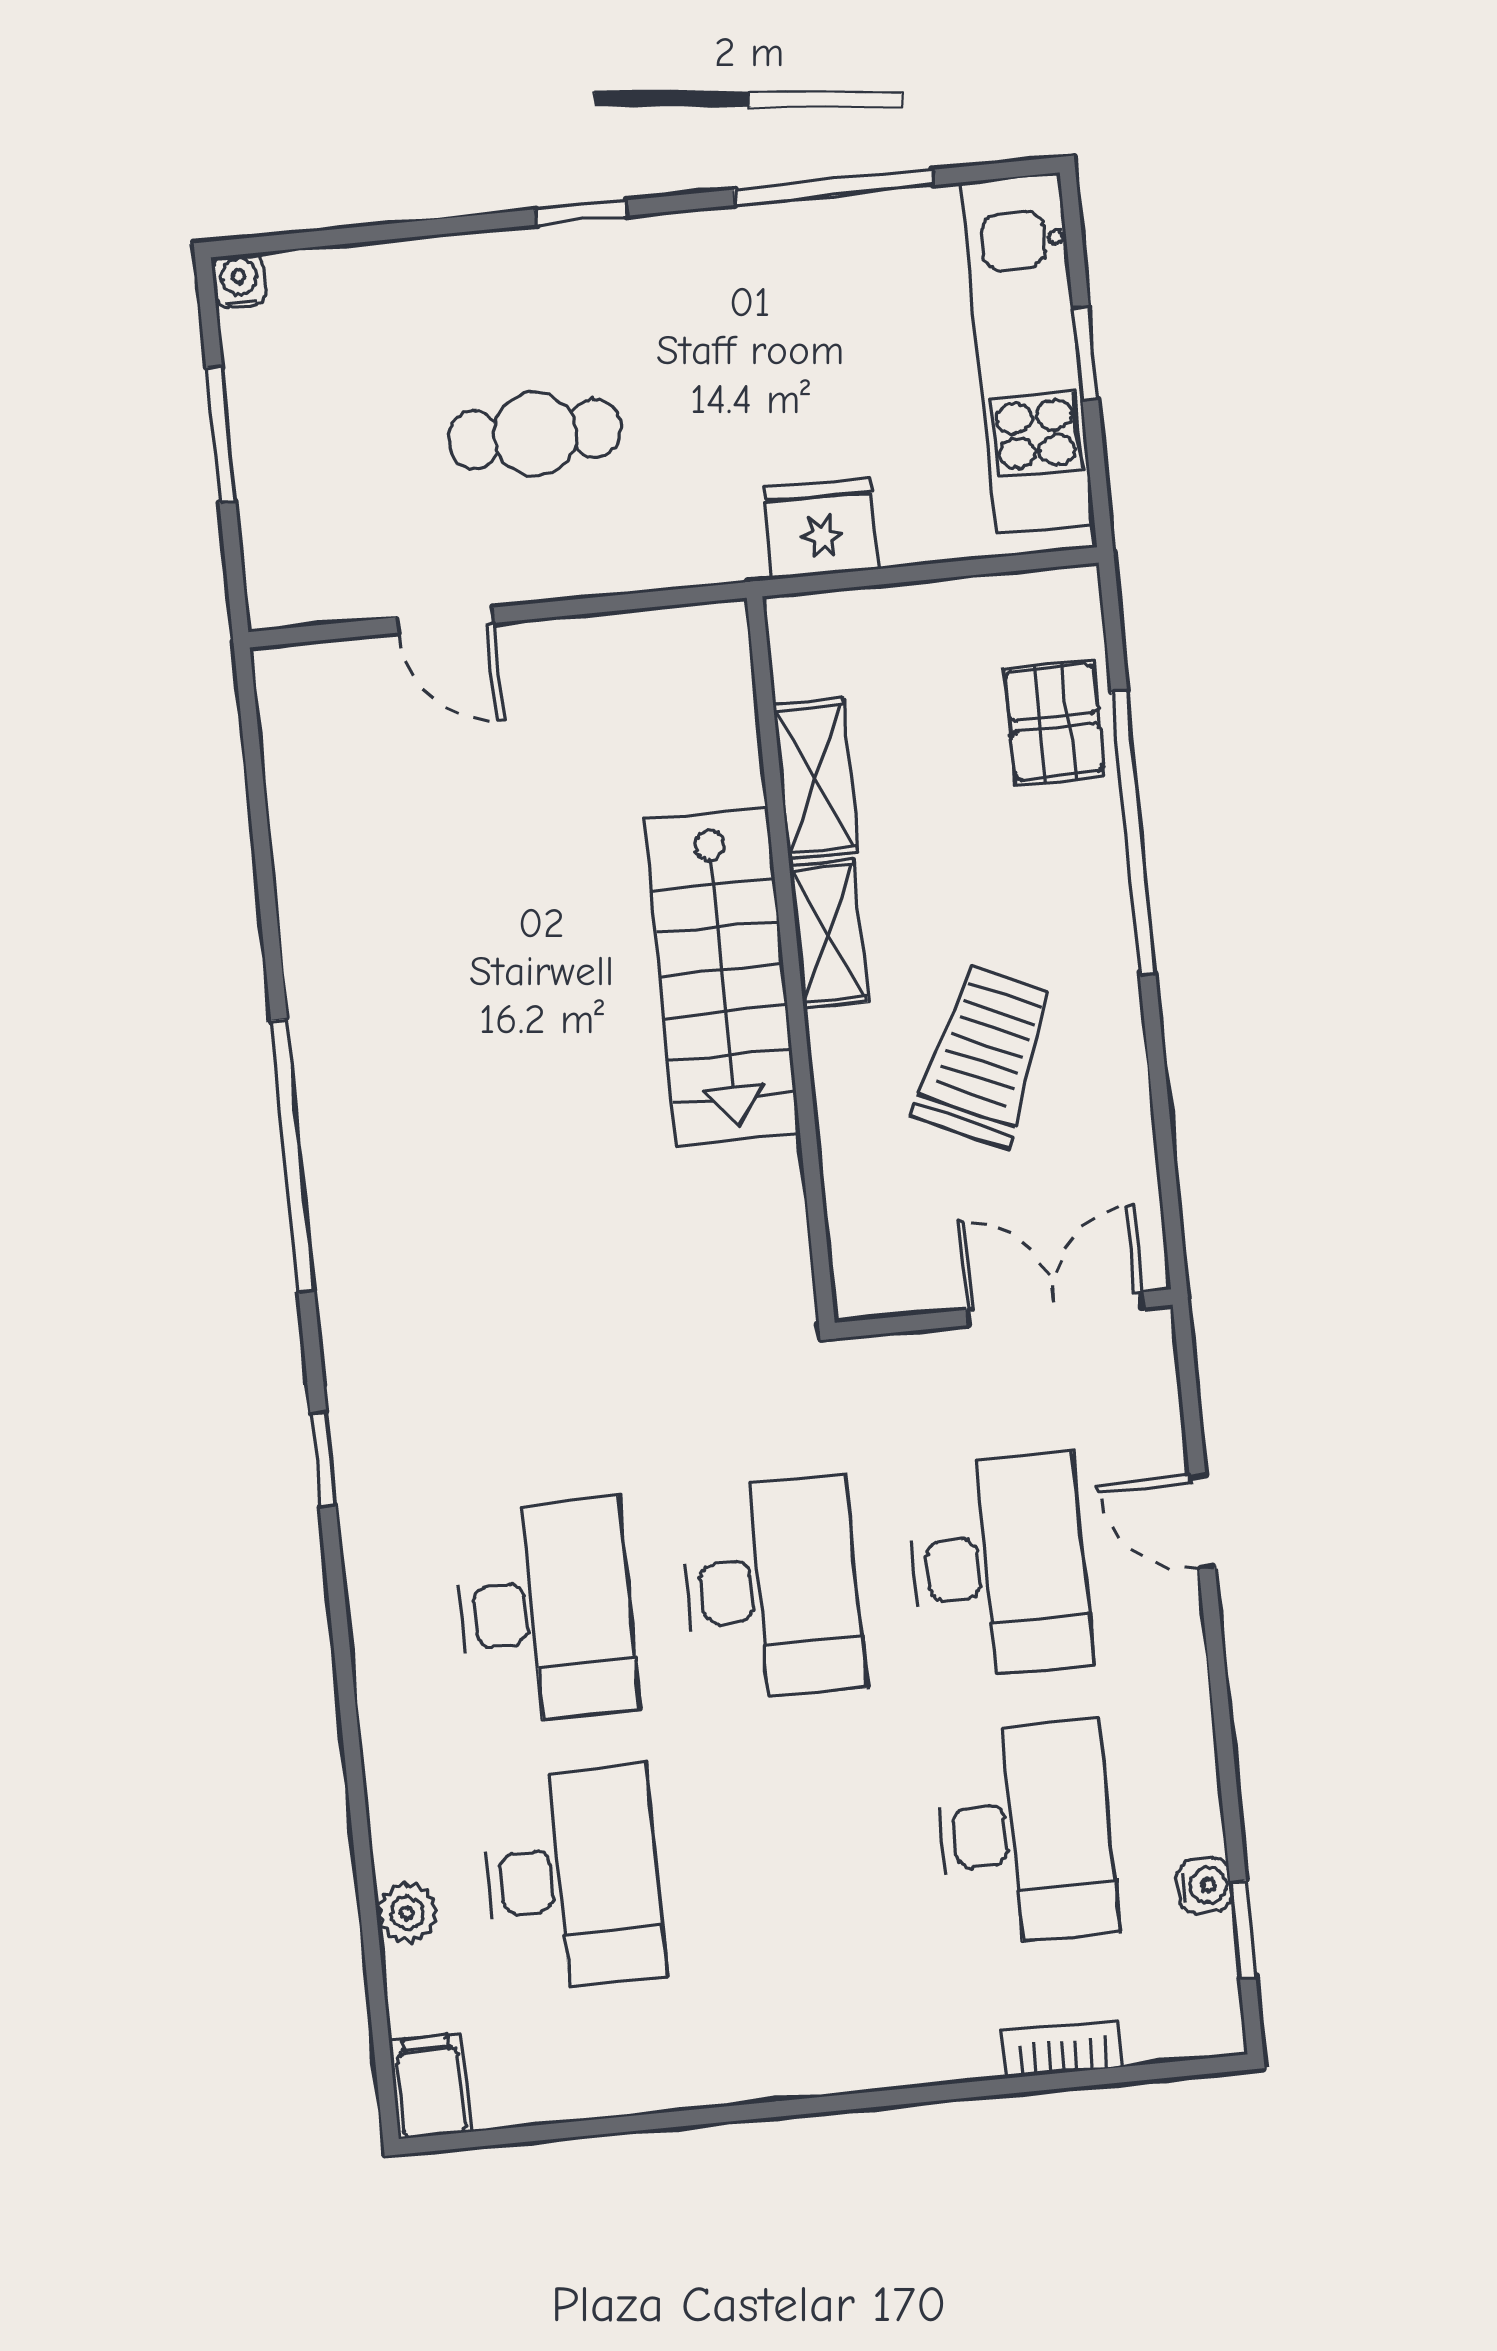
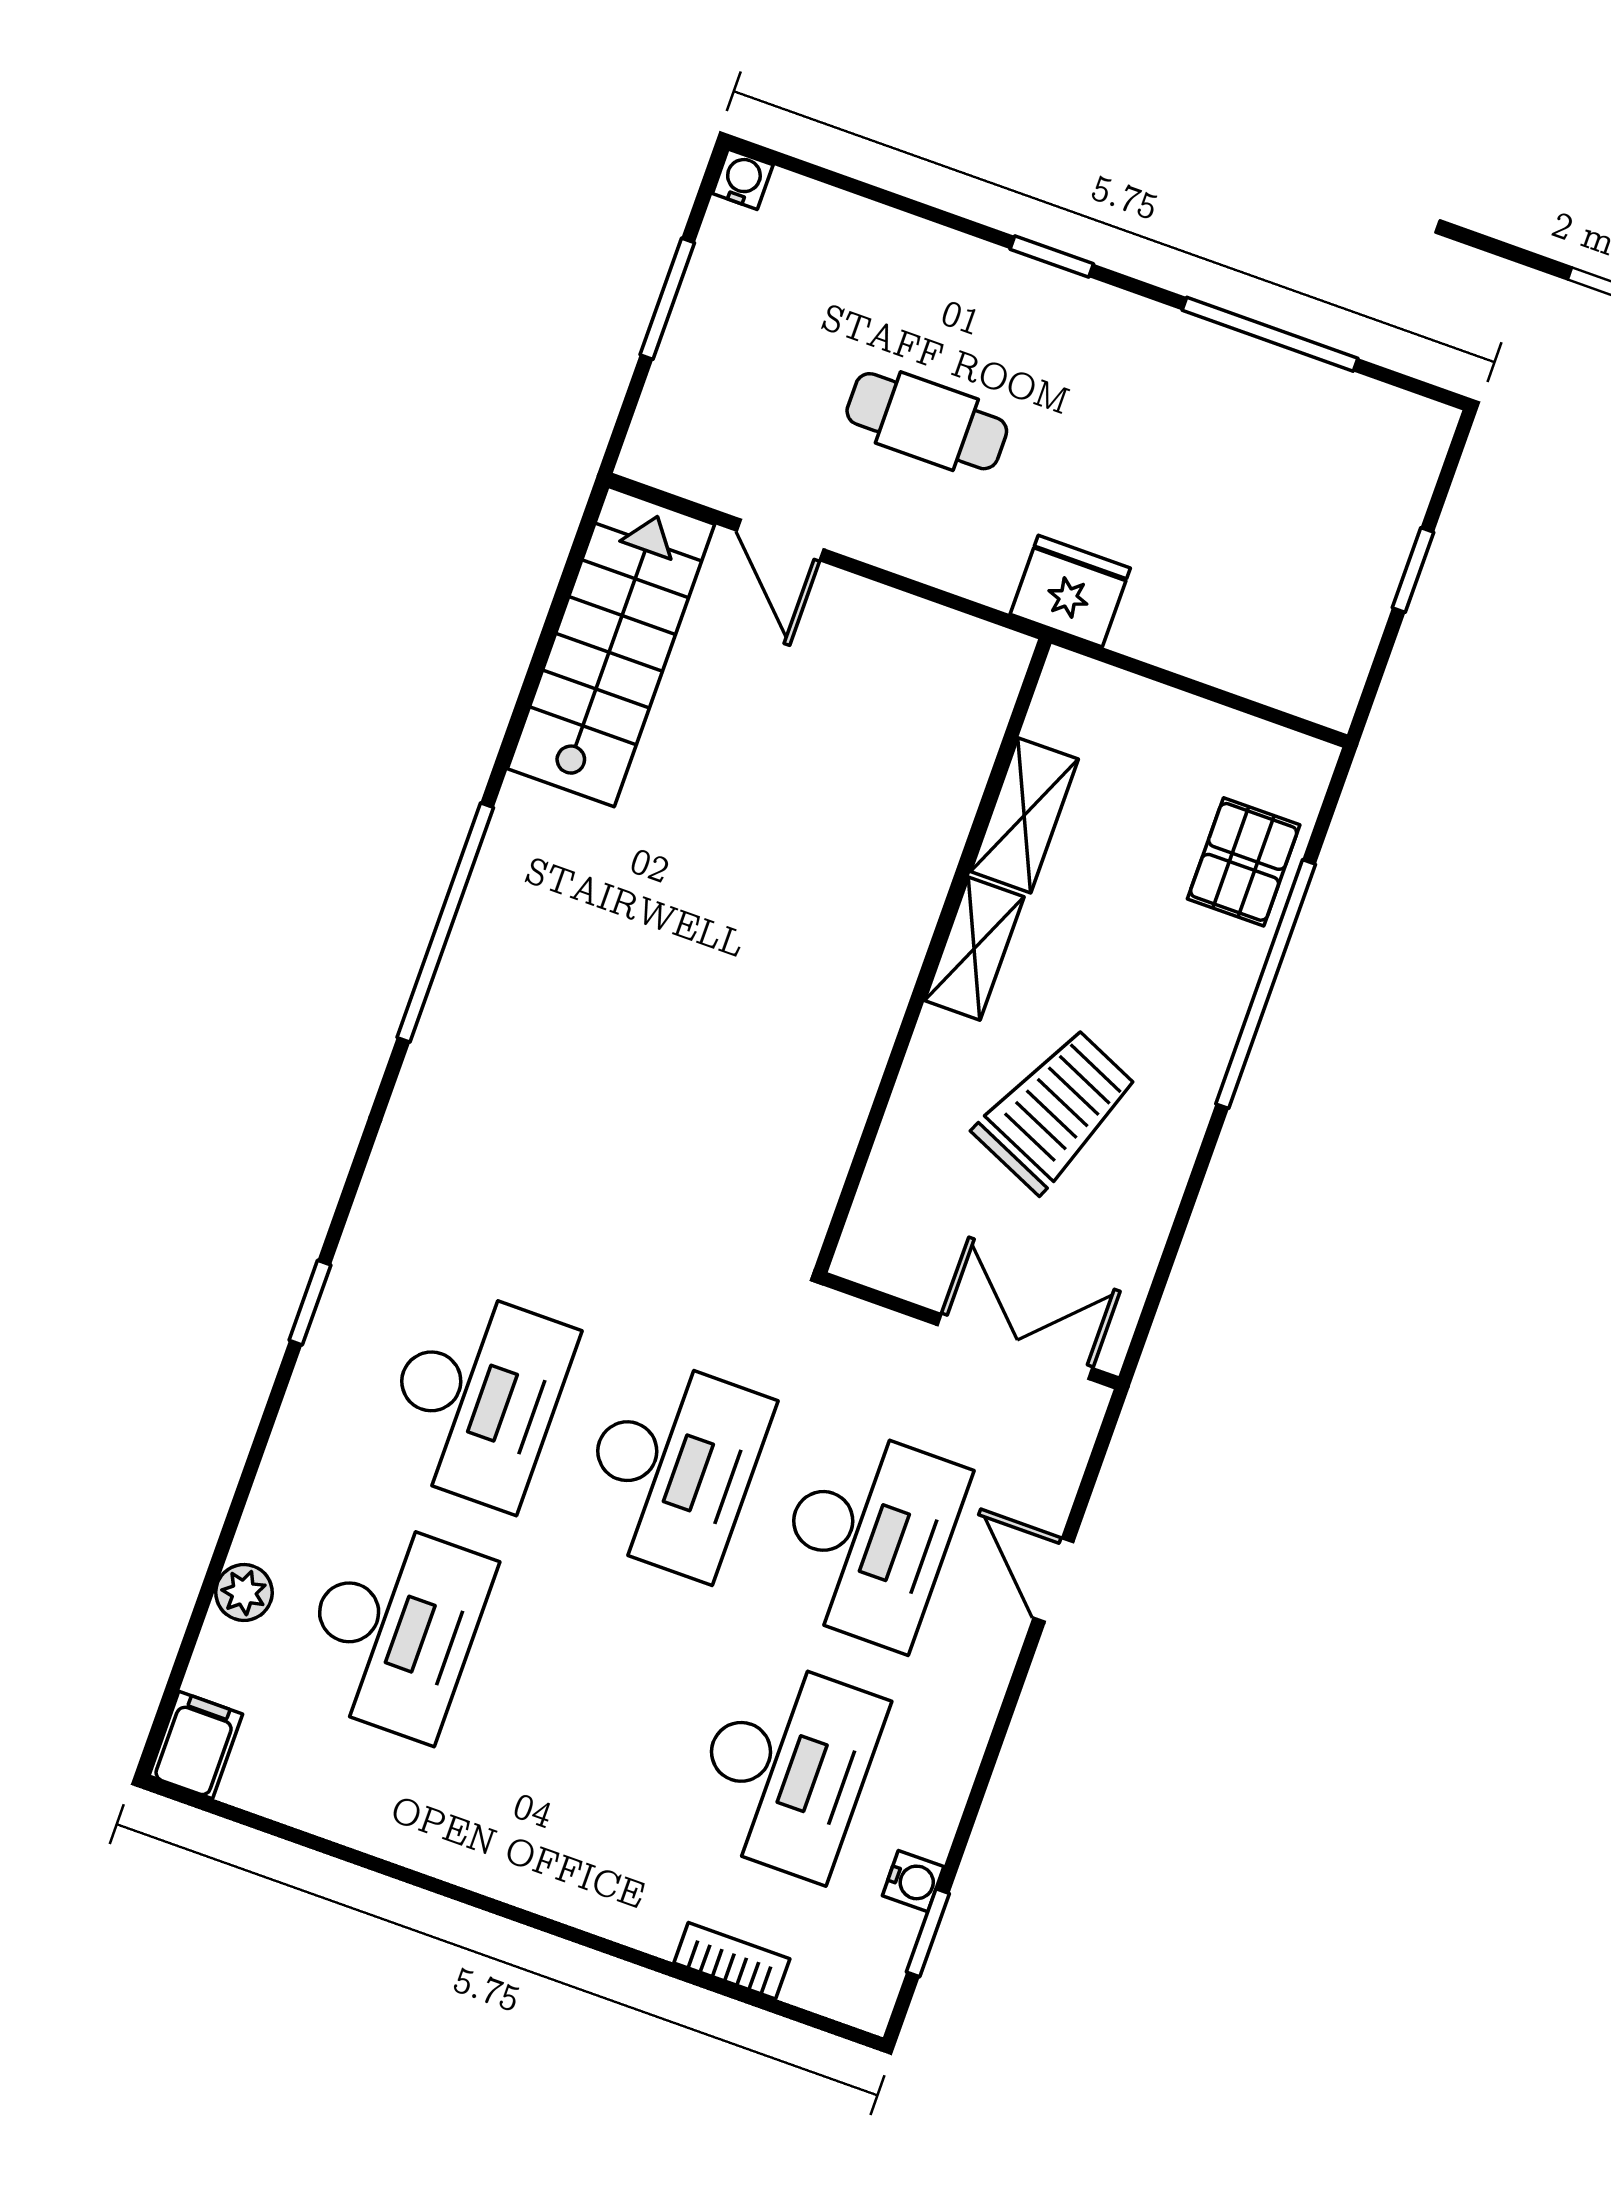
kitchen unit: (1028, 353) -> (1365, 547), removed
fridge: (822, 529) -> (1070, 591), moved
stairs: (722, 976) -> (611, 646), moved, turned 180
window: (323, 1460) -> (310, 1303), moved

